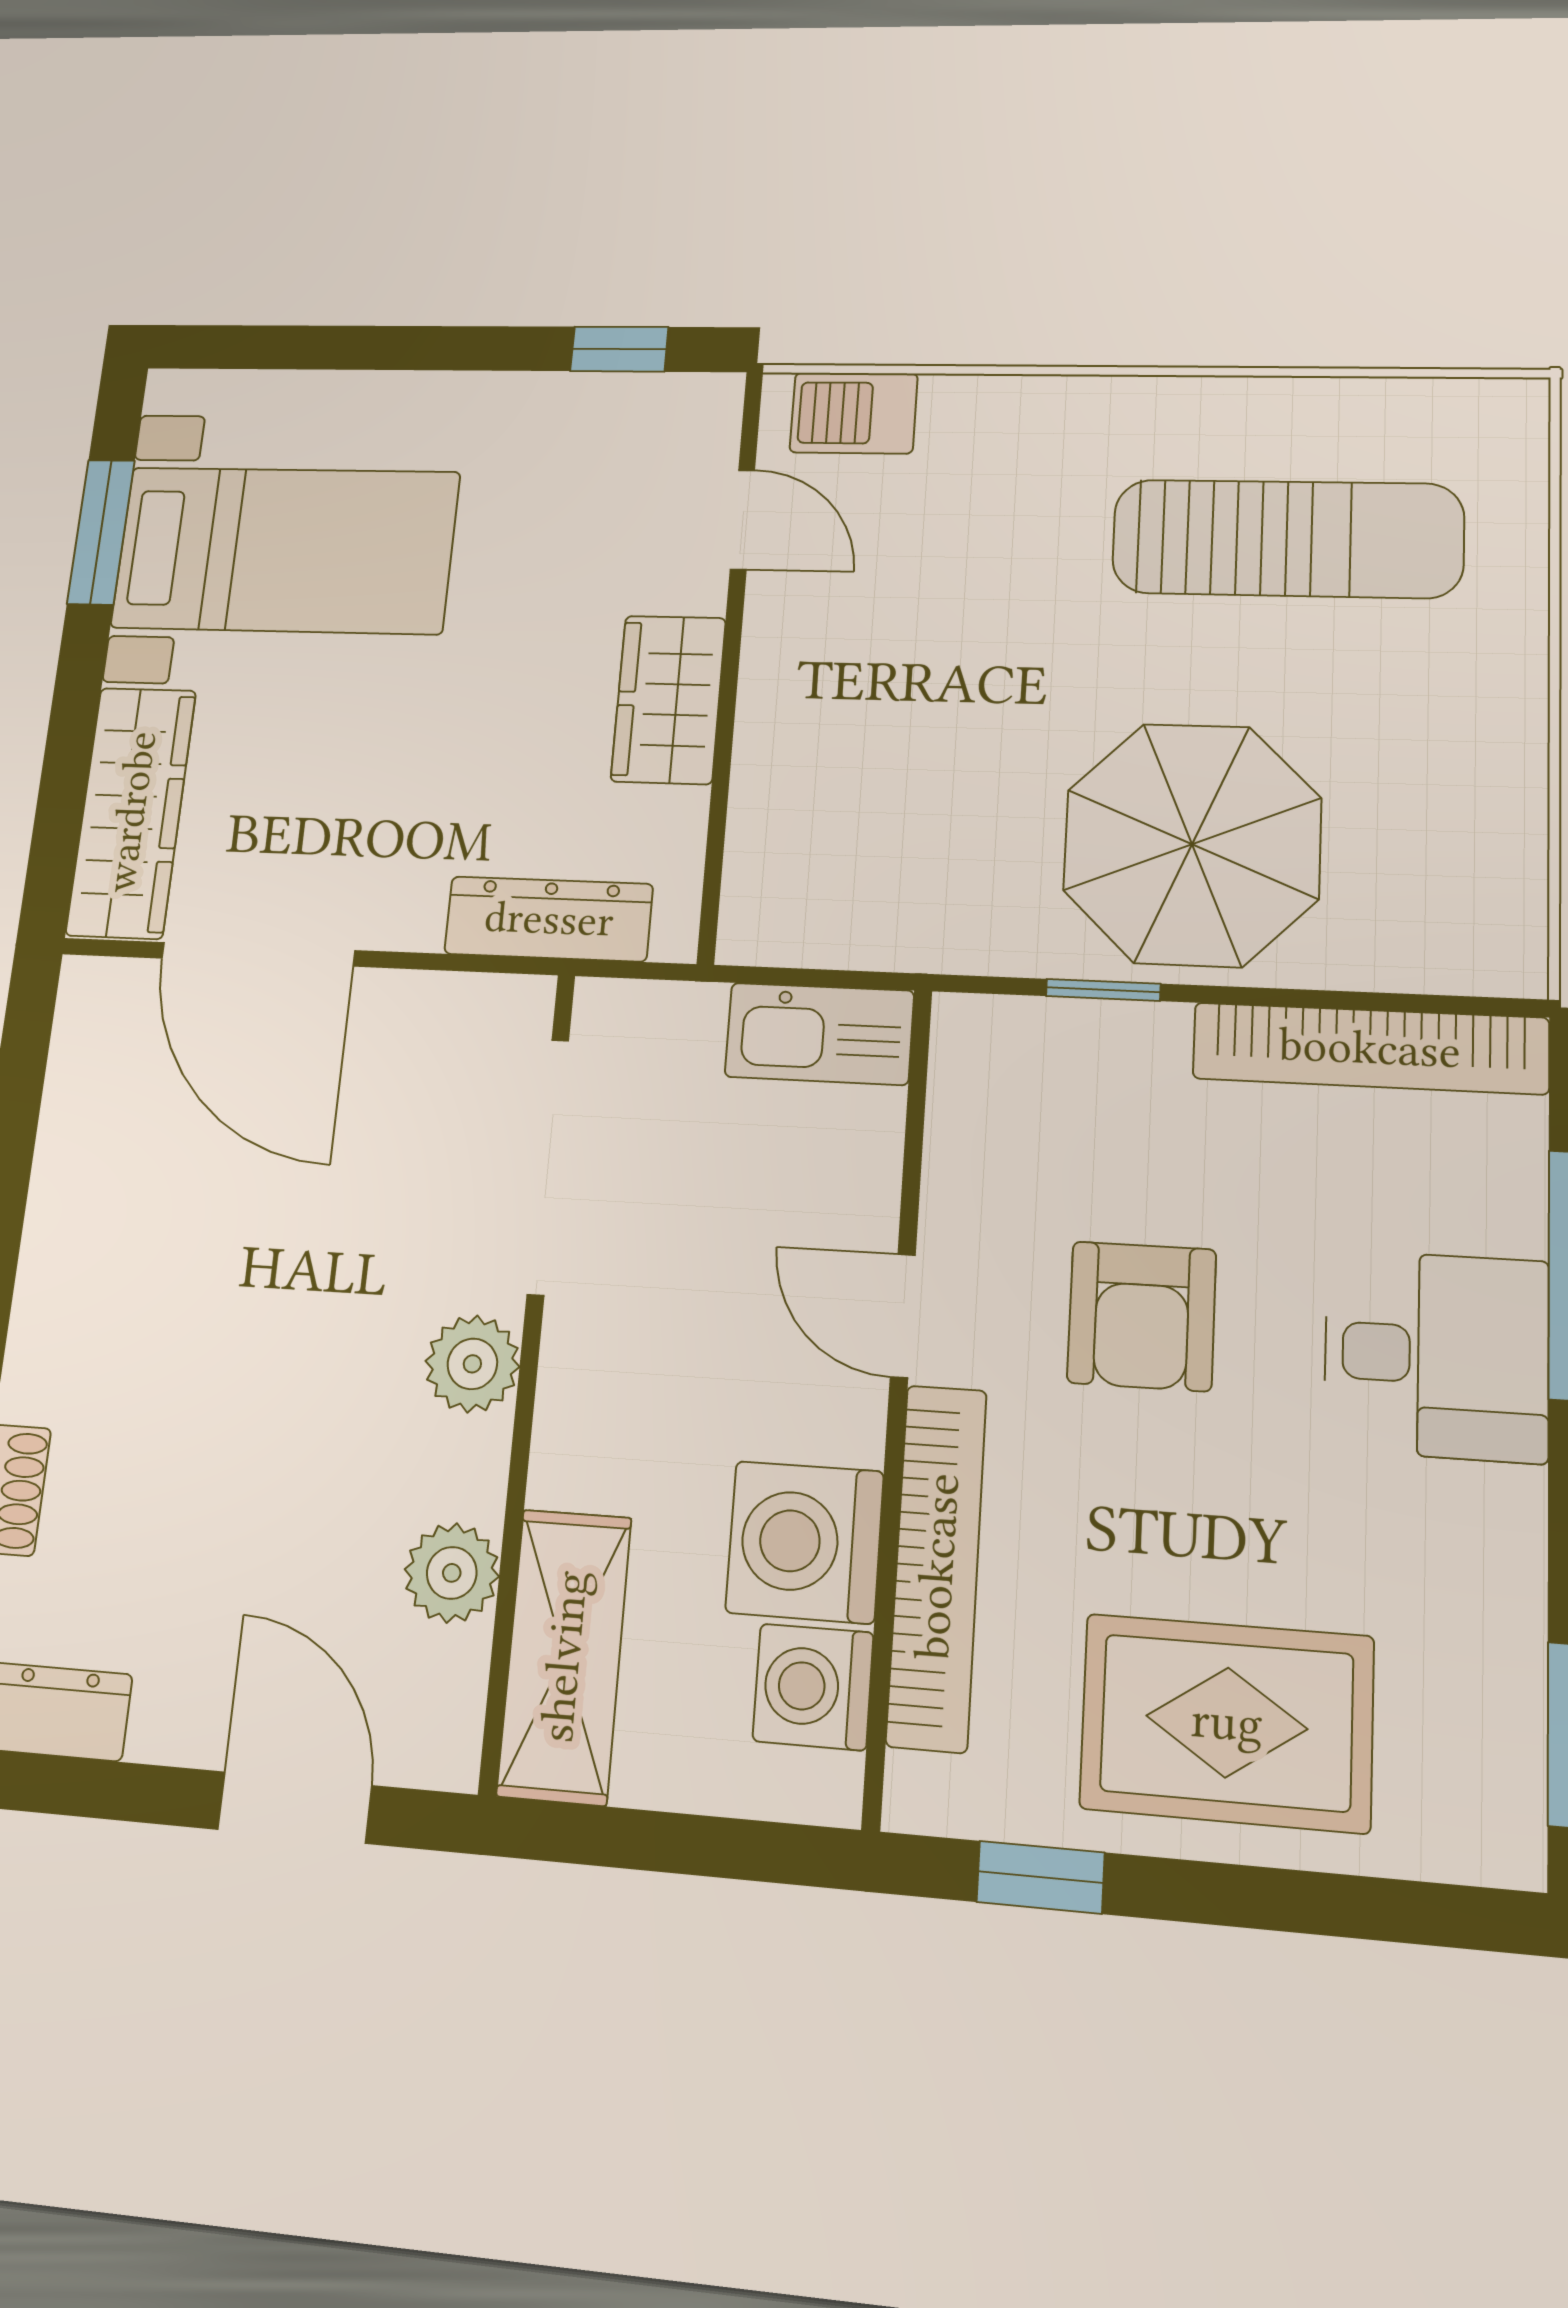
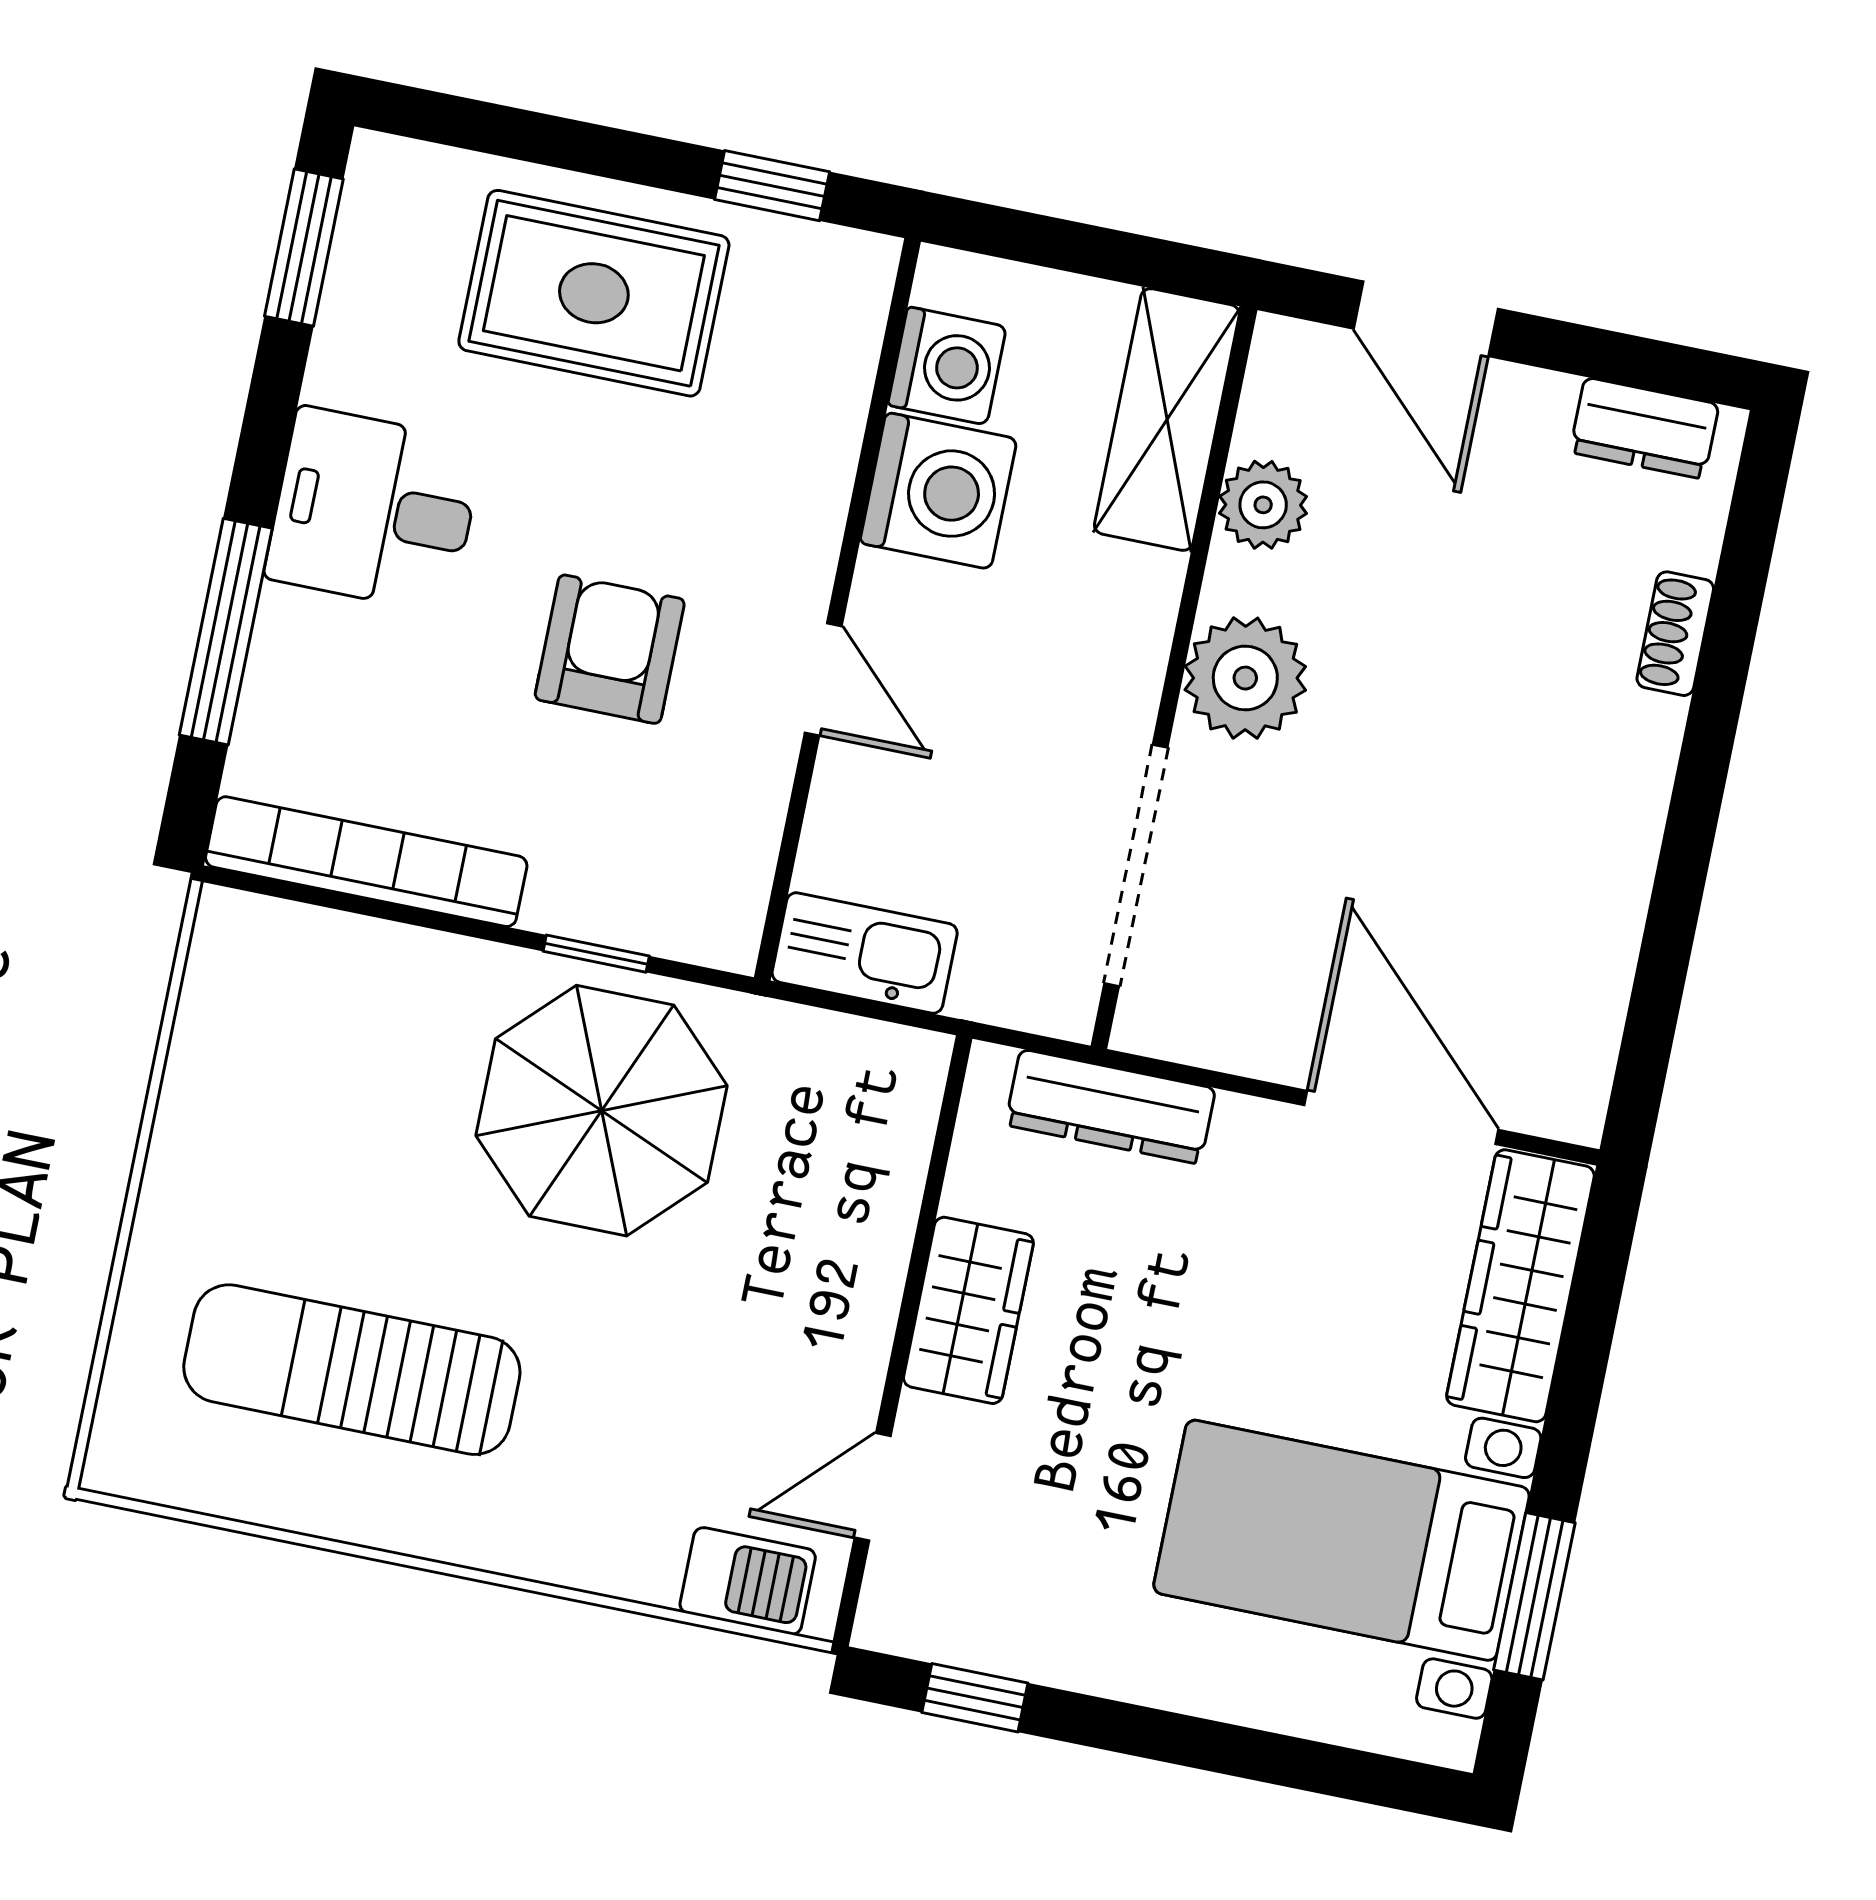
door: (742, 520) -> (873, 1487), hinge flipped
parasol: (1192, 844) -> (601, 1111), moved
desk: (1436, 1355) -> (374, 510), moved
plant: (472, 1364) -> (1245, 678), width x1.36, depth x1.36
bookcase: (937, 1566) -> (824, 455), removed

